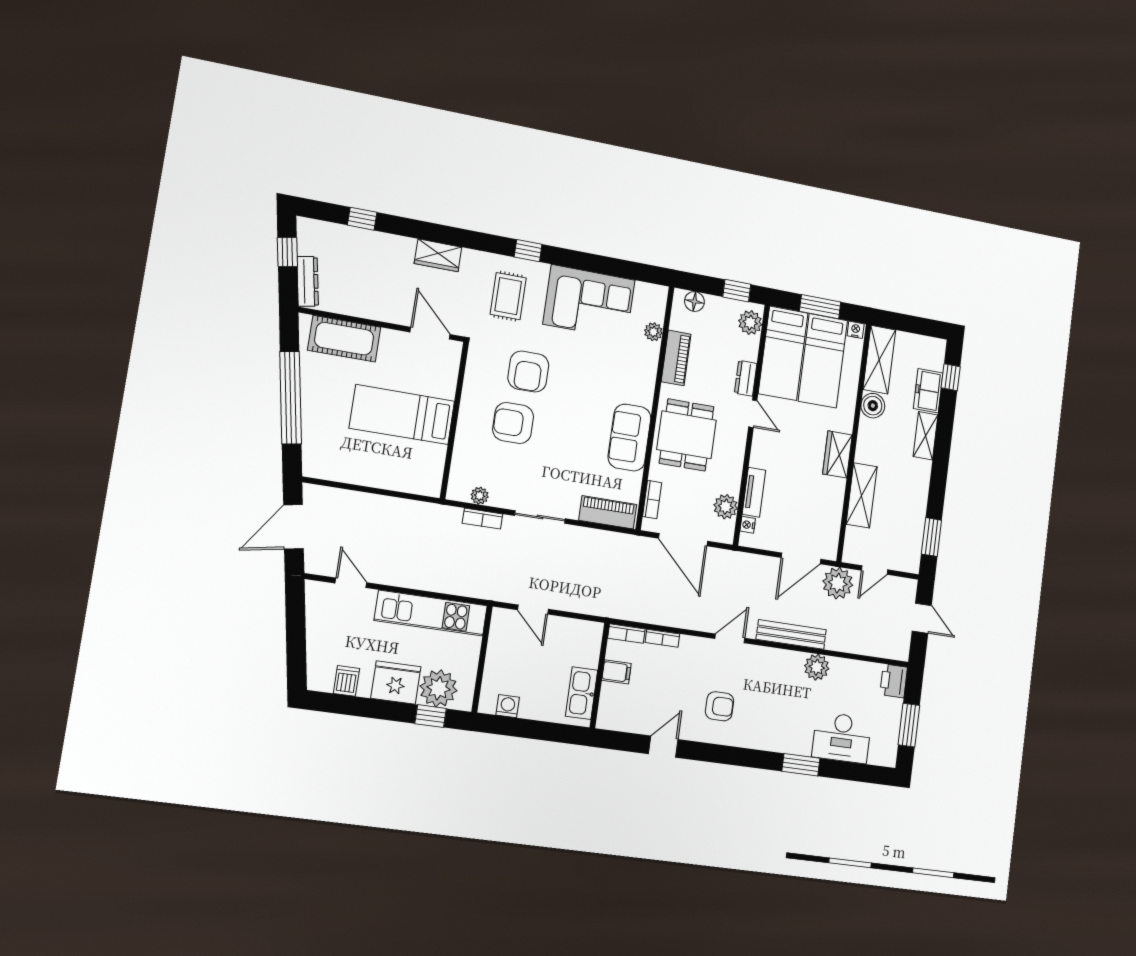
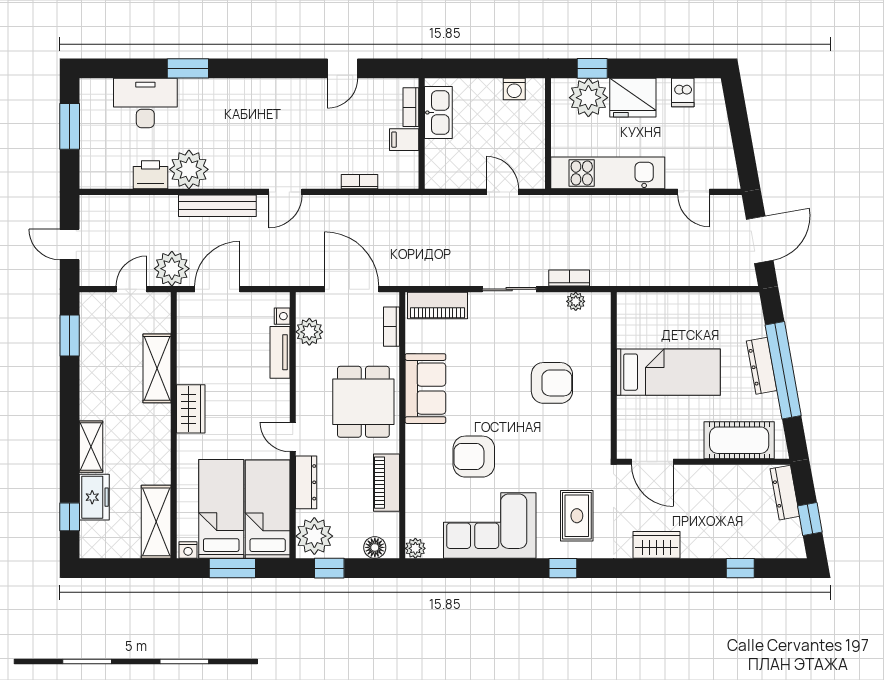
plant: (750, 323) -> (314, 536), width x1.36, depth x1.36
plant: (653, 332) -> (415, 548), moved
armchair: (528, 371) -> (474, 457), moved, turned -90
dresser: (746, 378) -> (306, 482), width x1.44
dresser: (311, 405) -> (762, 366), added
boiler: (873, 406) -> (157, 469), removed
bookcase: (626, 633) -> (411, 107), moved, turned -90
plant: (817, 667) -> (189, 169), width x1.36, depth x1.36
printer: (894, 681) -> (150, 175), moved, turned -90
armchair: (720, 706) -> (287, 119), removed

